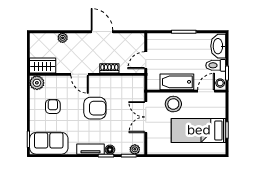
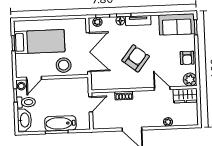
door: (80, 74) -> (162, 89), moved
bathtub: (177, 82) -> (60, 123), moved, turned 180
armchair: (53, 107) -> (187, 58), moved
armchair: (95, 108) -> (136, 58), turned 128
double door: (146, 117) -> (88, 52), width x1.37

